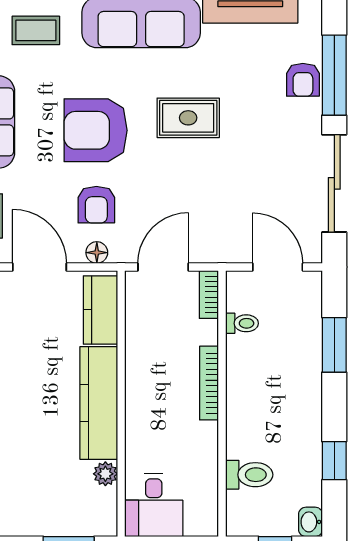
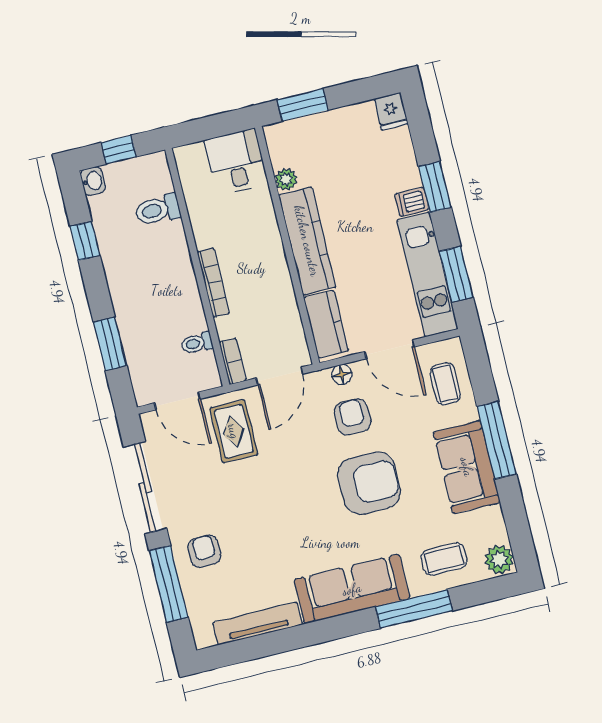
armchair: (303, 80) -> (204, 551), moved
rug: (188, 118) -> (234, 431), moved, turned 90

